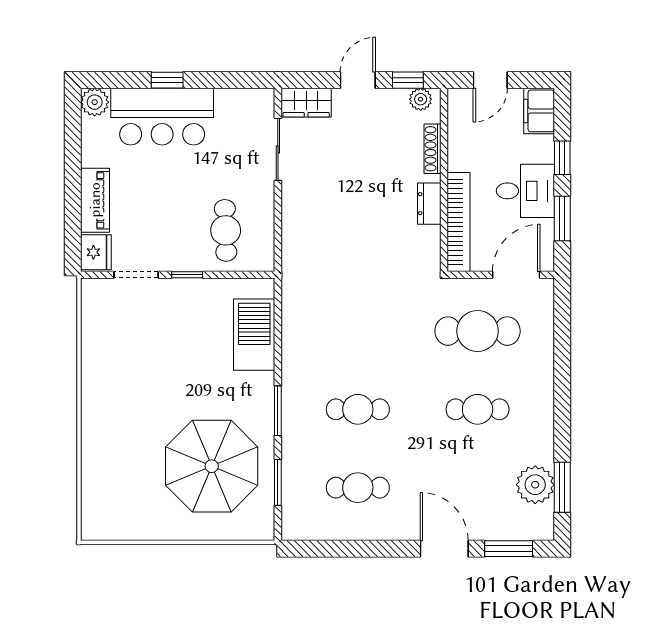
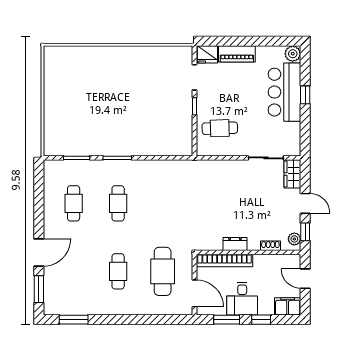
shoe rack: (432, 149) -> (270, 246), width x0.70
barbecue: (254, 335) -> (161, 144), removed
parasol: (212, 466) -> (86, 120), removed
plant: (535, 485) -> (75, 304), removed

